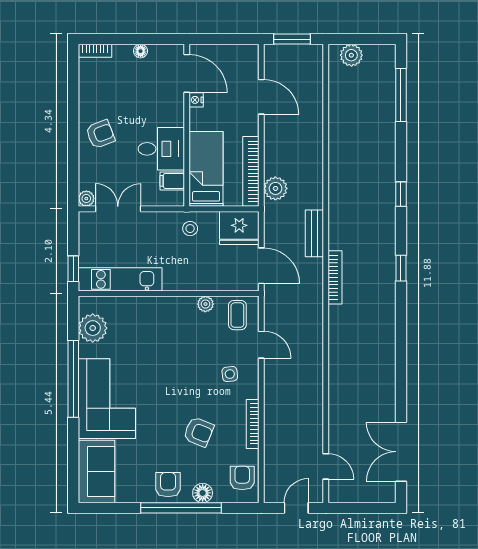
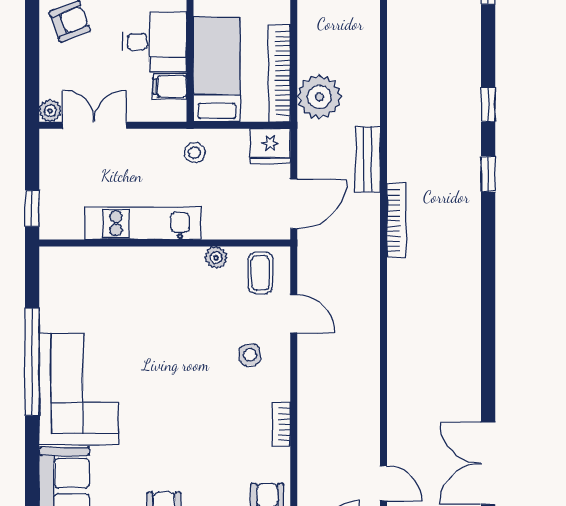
plant: (275, 188) -> (319, 97), width x1.36, depth x1.36
fridge: (239, 228) -> (270, 146), width x0.73, depth x0.75
door: (261, 266) -> (294, 204), hinge flipped
window: (401, 268) -> (488, 174), moved
kitchen unit: (120, 279) -> (143, 223), moved
plant: (93, 328) -> (59, 291), removed
bookcase: (253, 424) -> (282, 424), width x0.64
armchair: (199, 432) -> (206, 435), removed

